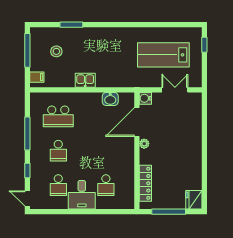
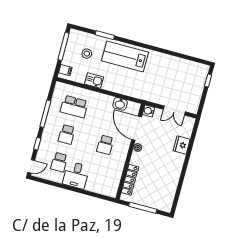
lab bench: (163, 55) -> (125, 56), moved
kitchen sink: (85, 80) -> (94, 81), moved
double door: (175, 90) -> (174, 111), swing flipped
door: (137, 122) -> (136, 128), hinge flipped
school desk: (106, 185) -> (105, 145), moved
door: (27, 199) -> (31, 166), swing flipped
fridge: (194, 200) -> (182, 145), moved

